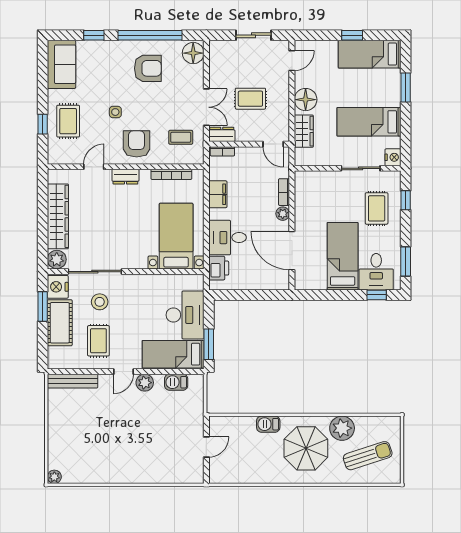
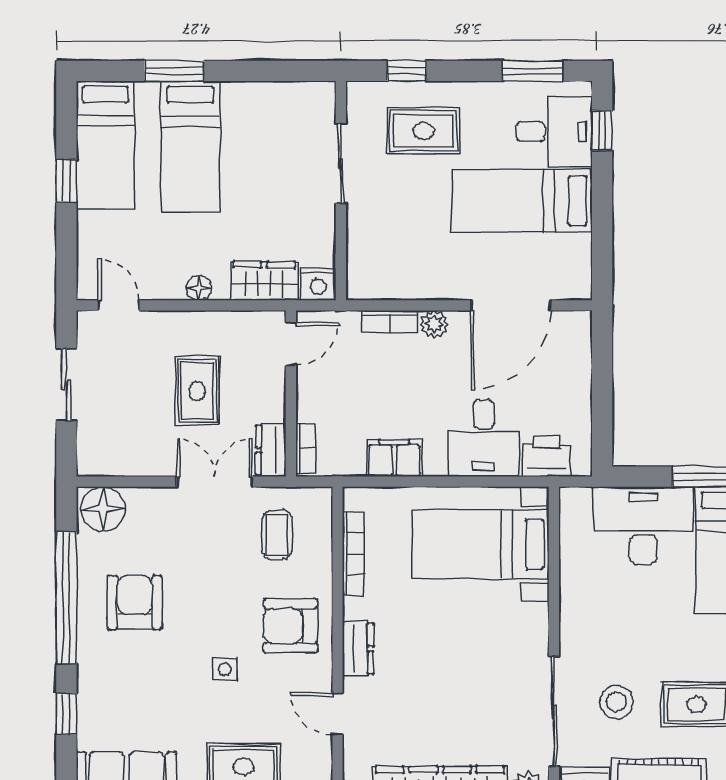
floor lamp: (306, 100) -> (199, 288), width x0.53, depth x0.53
bed: (369, 122) -> (190, 146), moved
nightstand: (393, 157) -> (318, 284), moved, turned 180

